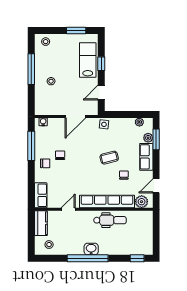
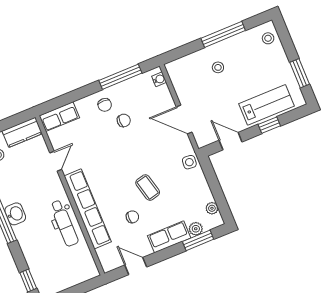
plant: (142, 202) -> (106, 255), removed
door: (68, 209) -> (56, 161), hinge flipped

